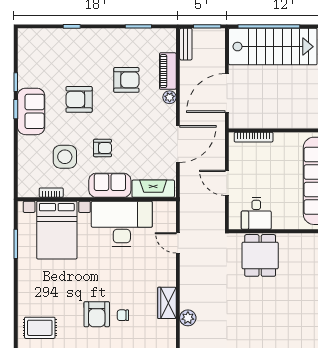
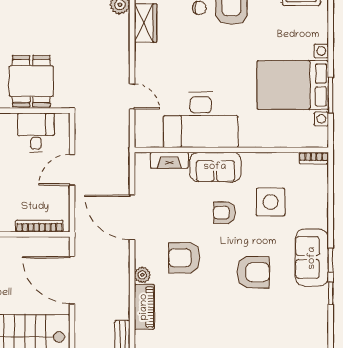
armchair: (126, 80) -> (184, 258), moved
door: (227, 93) -> (72, 280), swing flipped
door: (178, 144) -> (132, 218), hinge flipped
door: (227, 183) -> (72, 170), swing flipped
fireplace: (153, 189) -> (169, 160), width x0.73, depth x0.76
bookcase: (51, 193) -> (314, 158), moved
bed with nightstands: (57, 230) -> (293, 85), moved, turned -90

